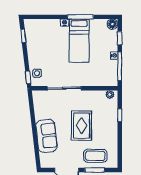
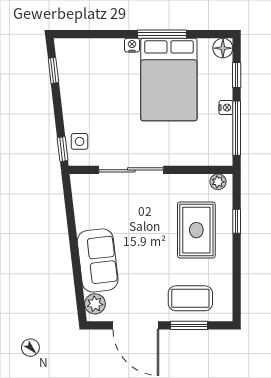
bed: (79, 41) -> (169, 80), width x1.50
rug: (82, 126) -> (196, 230), moved
plant: (45, 159) -> (95, 304), added

